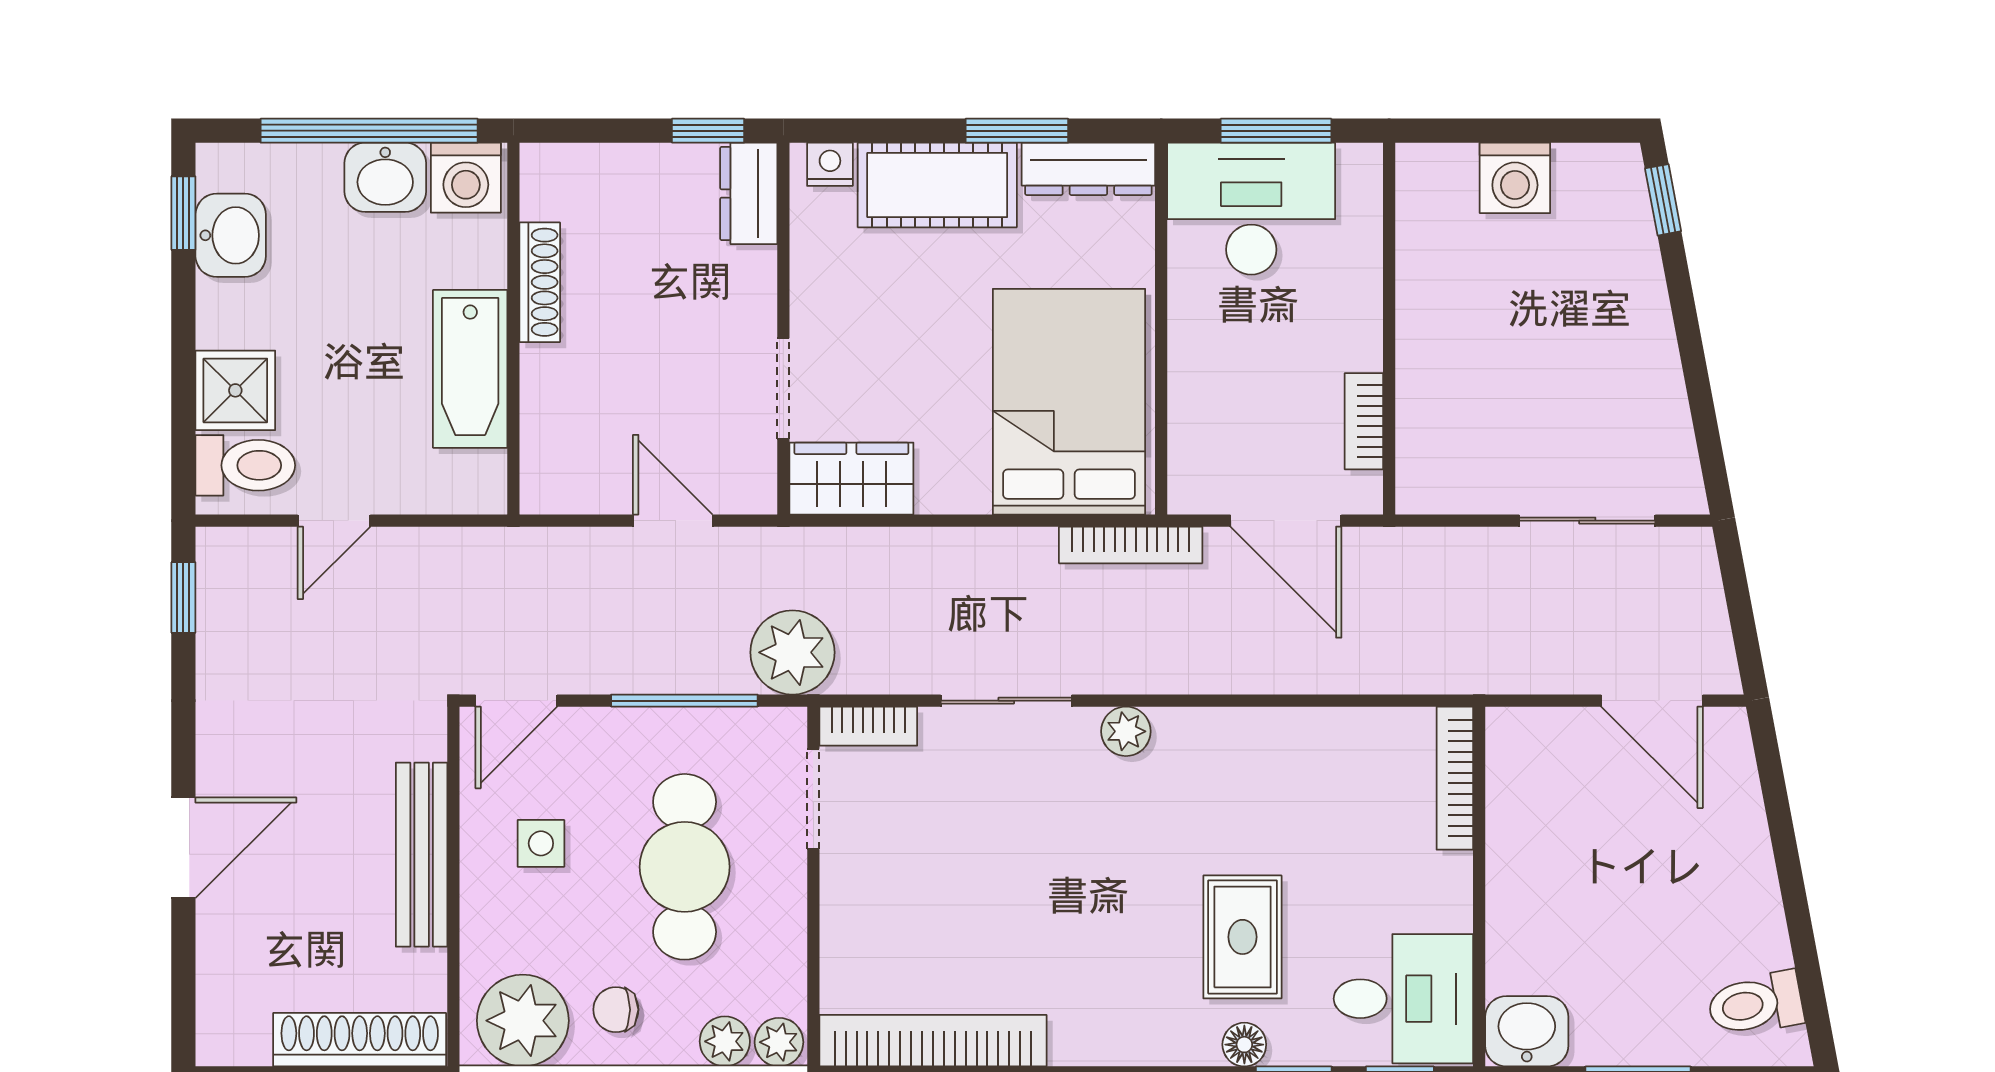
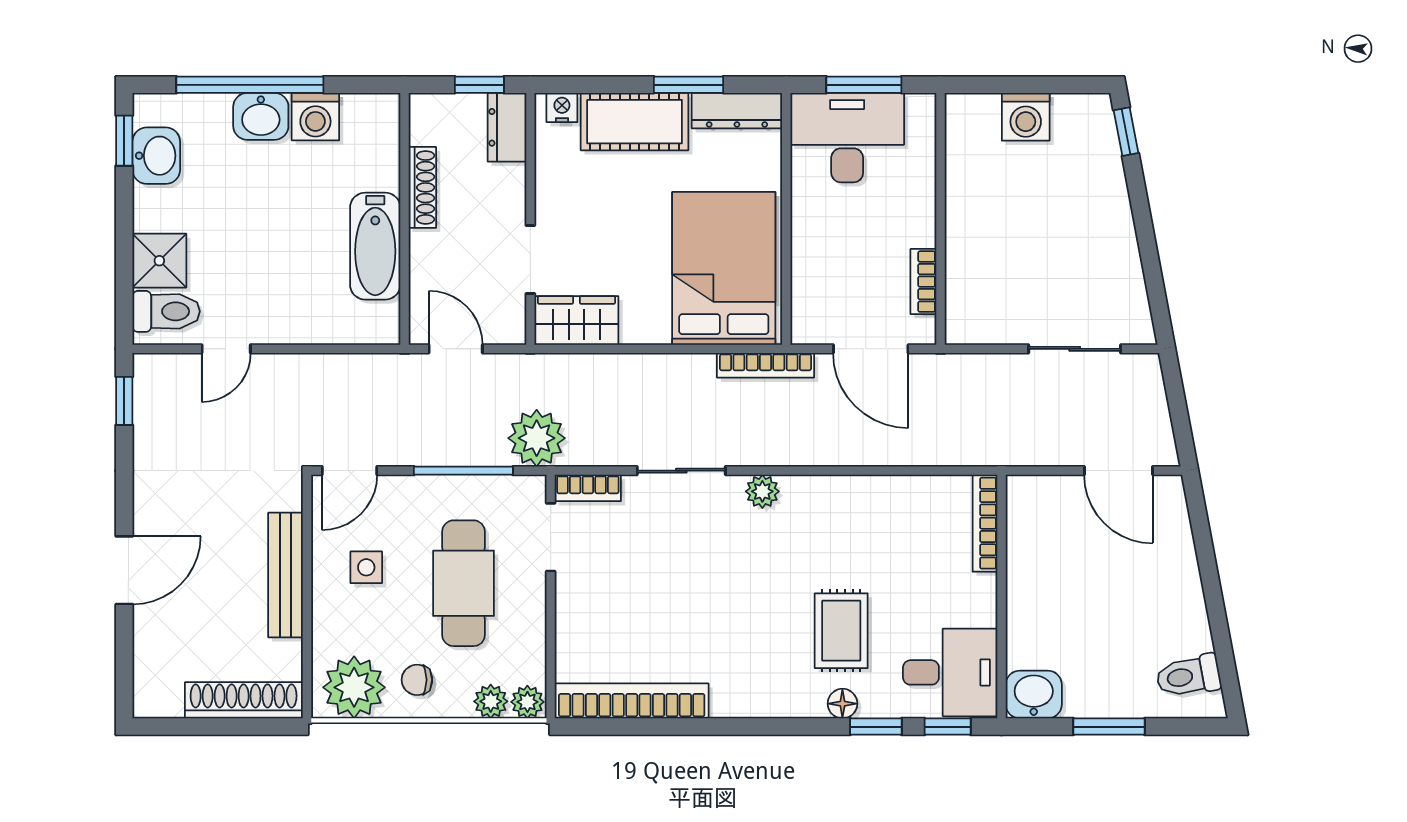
shoe rack: (540, 282) -> (422, 187), moved
wall: (513, 329) -> (404, 219), moved
bathtub: (470, 369) -> (375, 246), moved

